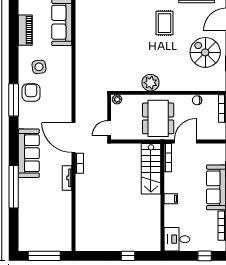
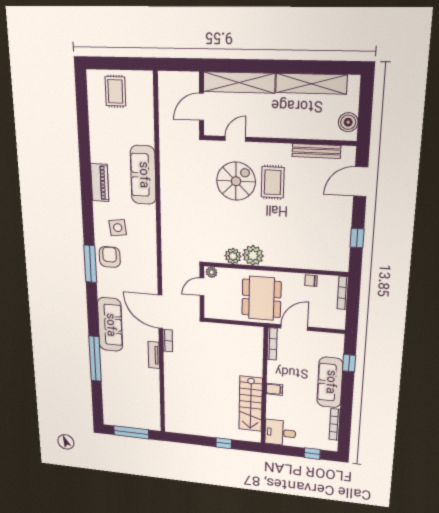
spiral stairs: (205, 52) -> (236, 181), moved, turned 90
plant: (134, 84) -> (233, 256), added
door: (109, 128) -> (202, 287), moved
stairs: (151, 169) -> (251, 404), moved

